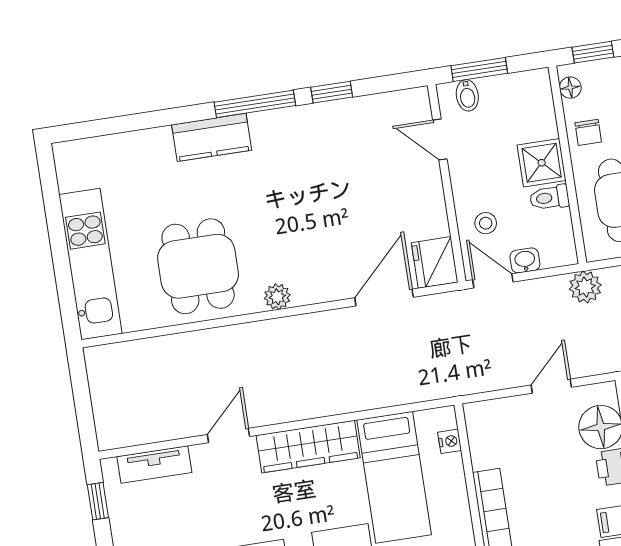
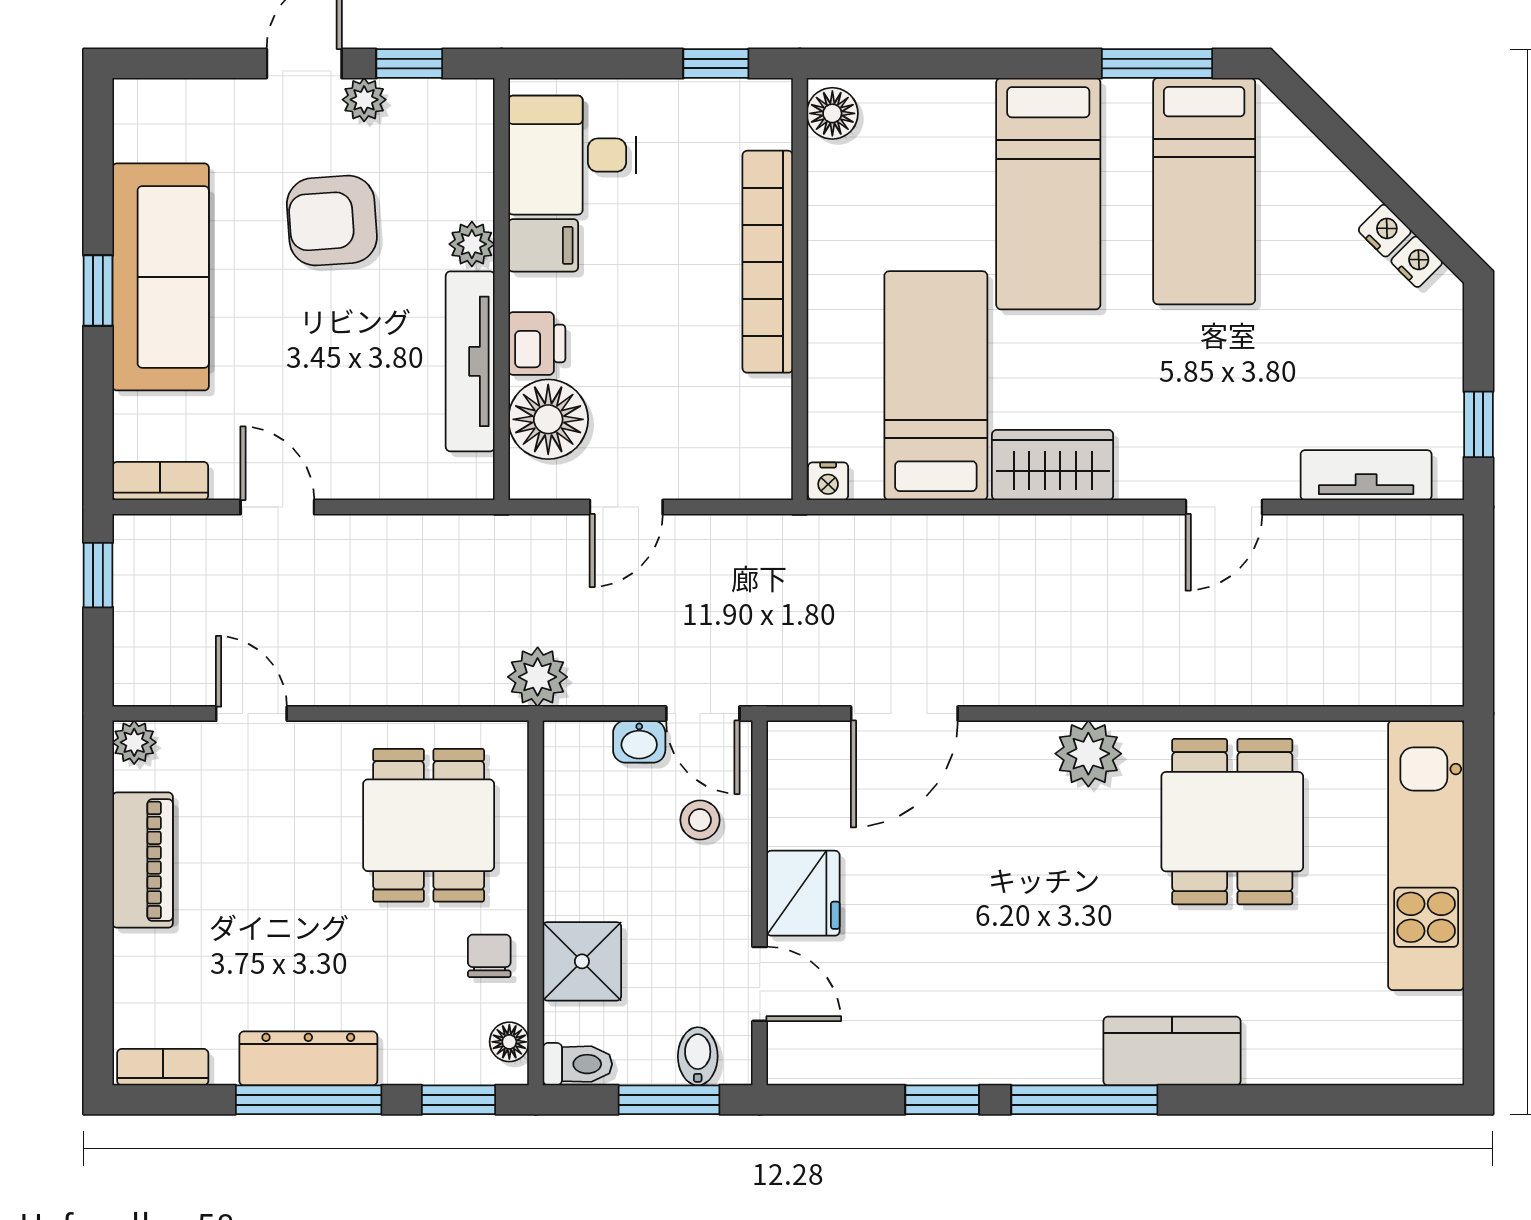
shower: (542, 163) -> (582, 961), moved
toilet: (549, 198) -> (577, 1064), moved
fridge: (435, 262) -> (803, 893), moved
plant: (277, 297) -> (1088, 754), width x1.38, depth x1.38
nightstand: (450, 441) -> (828, 481), moved, turned -90
wardrobe: (308, 447) -> (1053, 465), width x0.67

